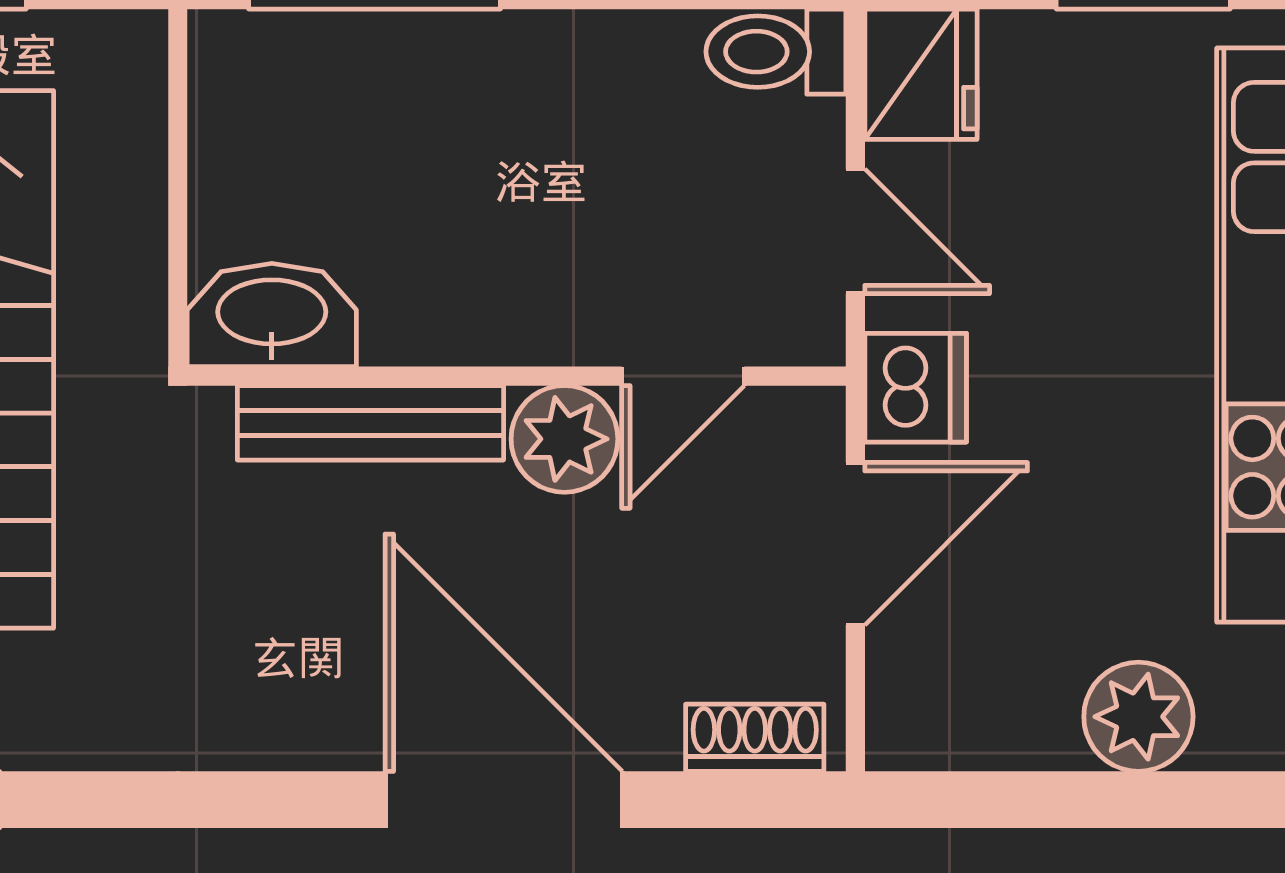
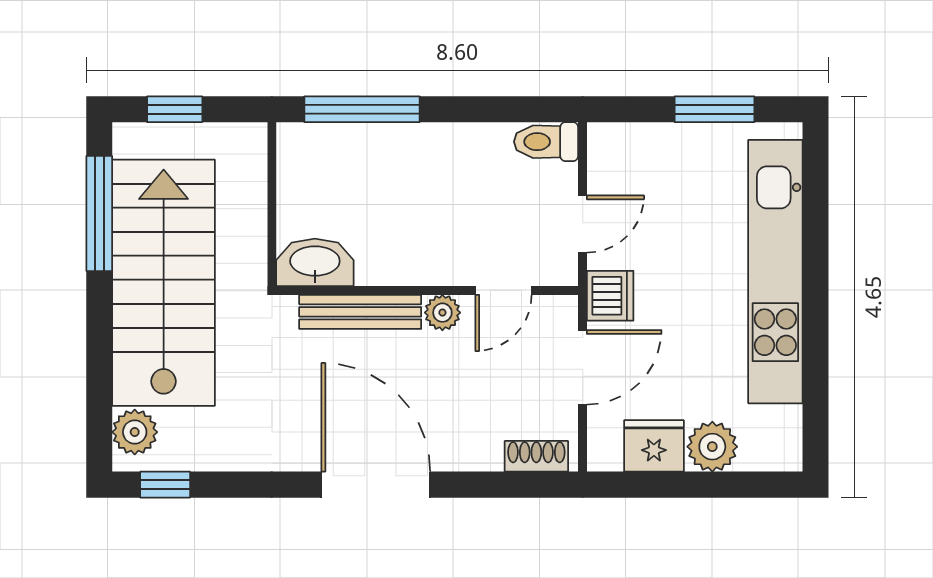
fridge: (921, 74) -> (654, 446), moved, turned -90
door: (855, 231) -> (583, 224), hinge flipped
plant: (564, 439) -> (442, 313), width x0.73, depth x0.73
door: (504, 800) -> (376, 485), moved

